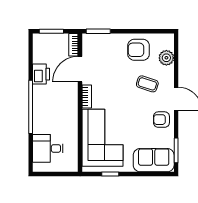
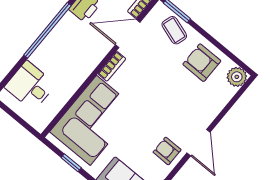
plant: (166, 58) -> (237, 77), moved
coffee table: (147, 84) -> (174, 30), moved

